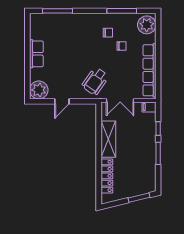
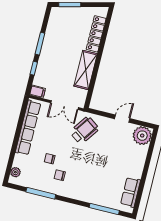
plant: (147, 25) -> (15, 172), width x0.53, depth x0.53
row of seats: (36, 54) -> (131, 192), moved
double door: (120, 100) -> (65, 105), swing flipped

